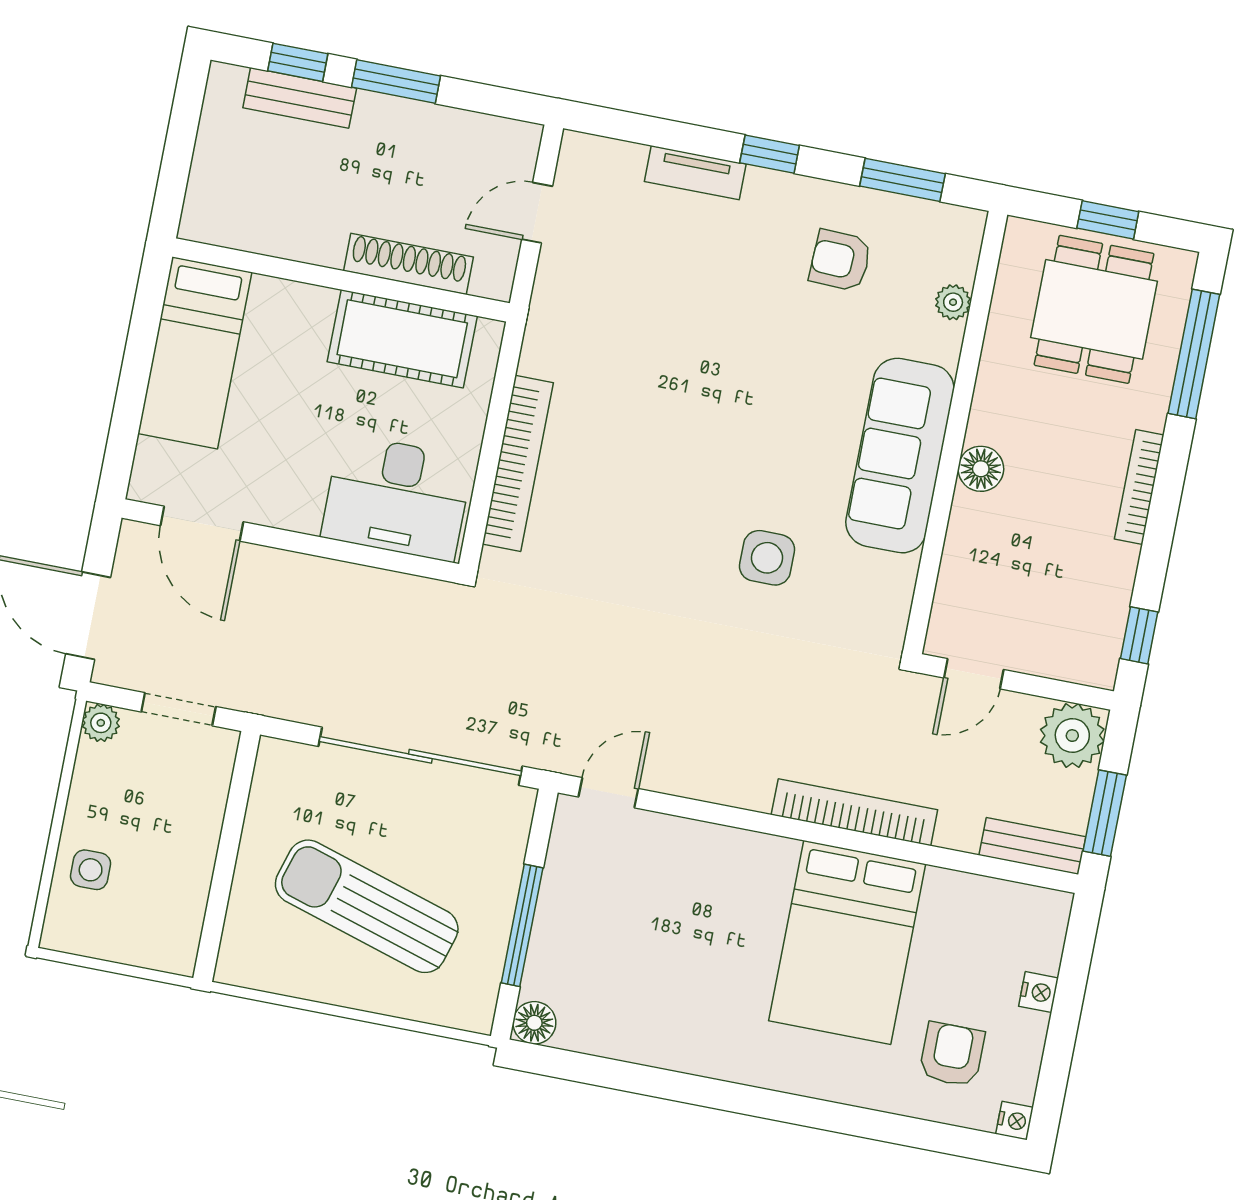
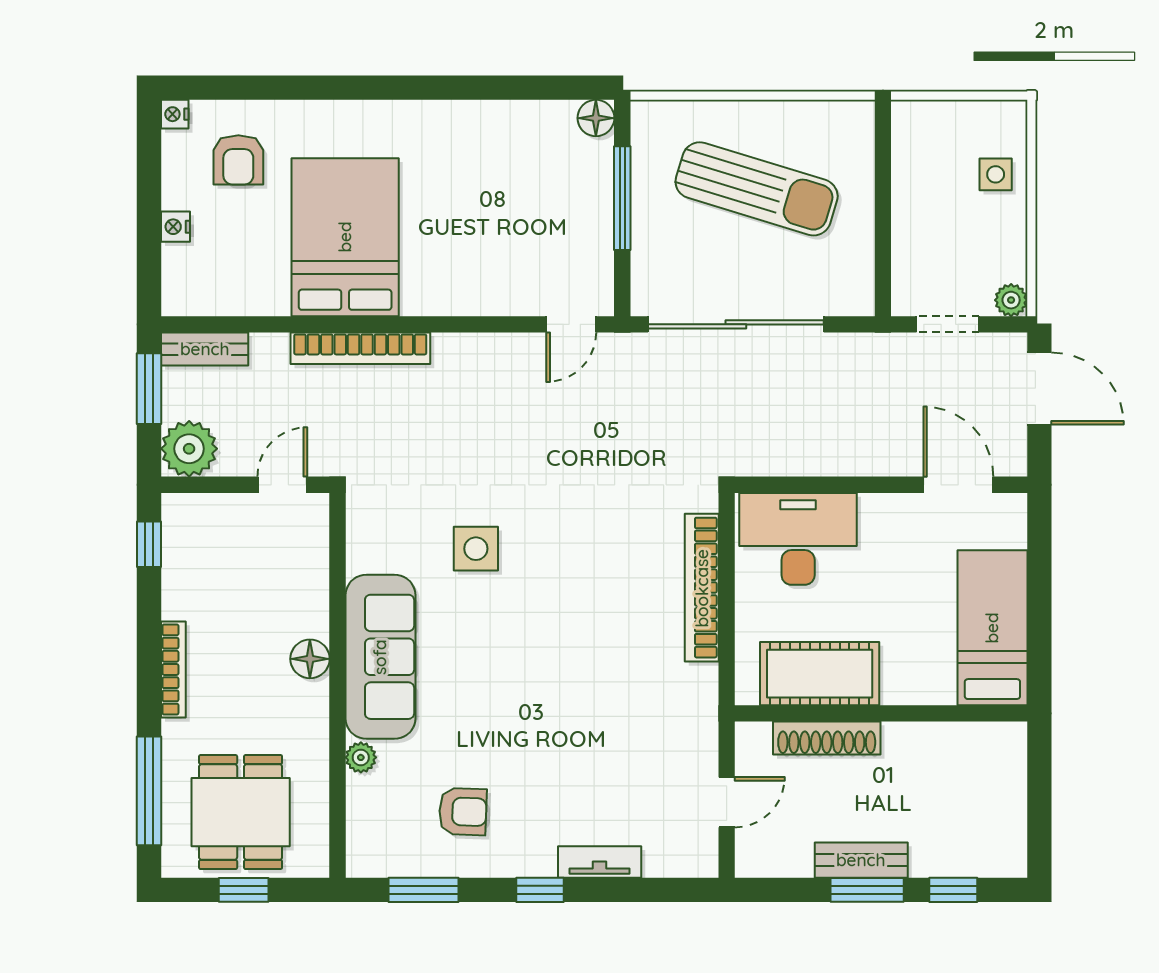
bench: (300, 98) -> (861, 860), moved
plant: (953, 302) -> (361, 757), moved

